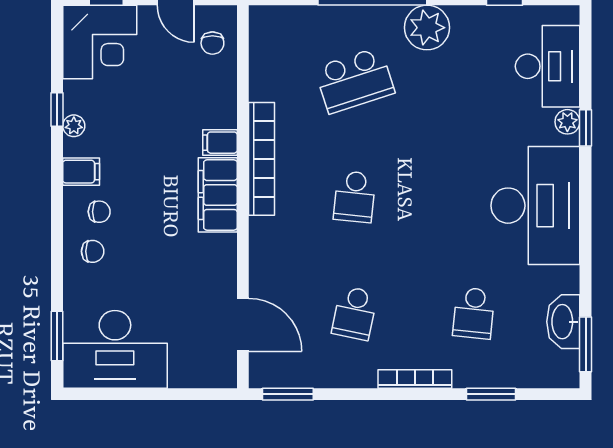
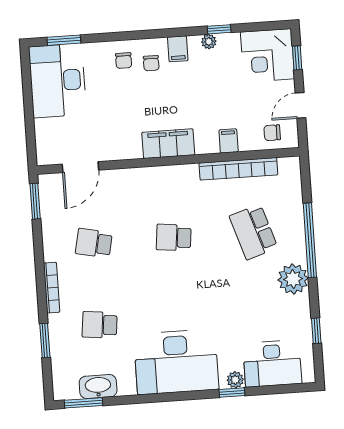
filing cabinet: (220, 143) -> (229, 141), moved
bookcase: (262, 159) -> (238, 169), moved

